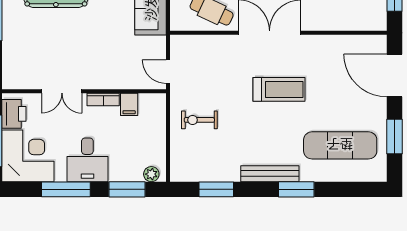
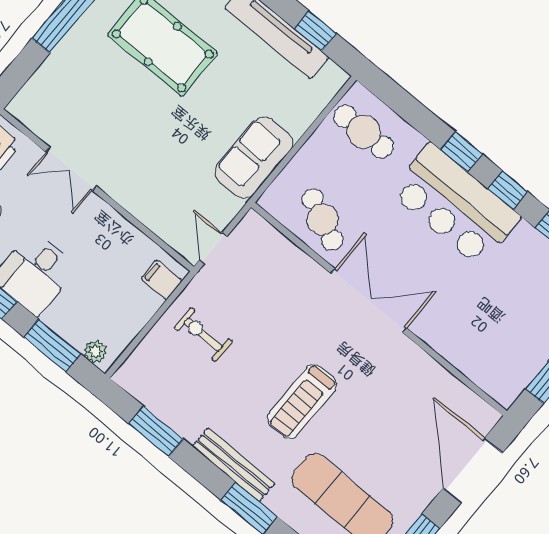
treadmill: (279, 89) -> (302, 402), moved, turned 90
bookcase: (103, 99) -> (111, 218), removed
filing cabinet: (129, 104) -> (162, 280), moved, turned 90

